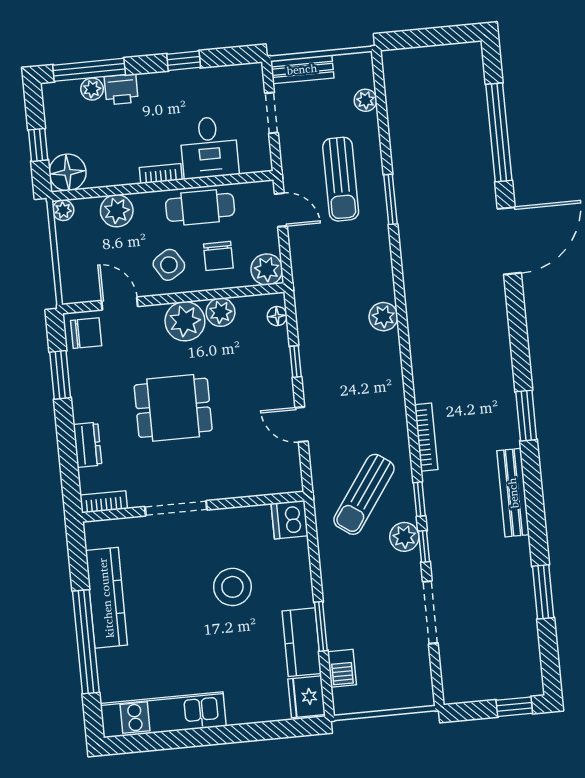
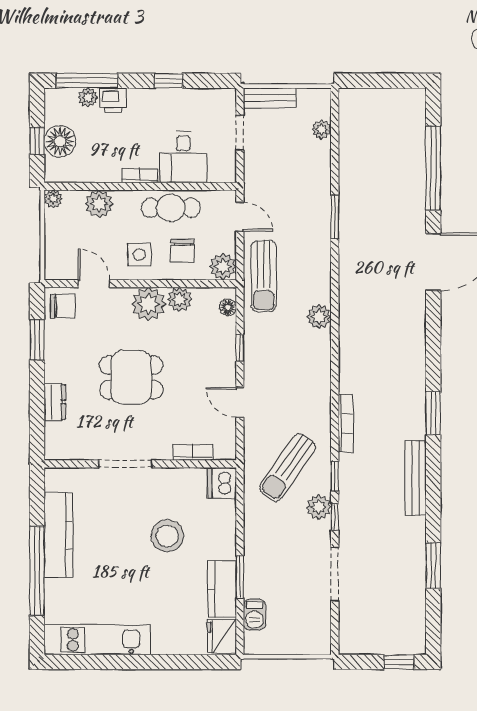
floor lamp: (68, 172) -> (60, 141), moved
sun lounger: (341, 179) -> (264, 276), moved
side table: (169, 265) -> (139, 254), turned 30
bookcase: (104, 502) -> (193, 452), moved

